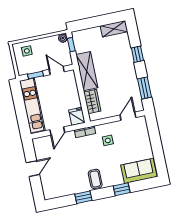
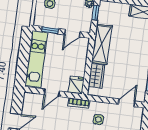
door: (57, 71) -> (72, 33), swing flipped

